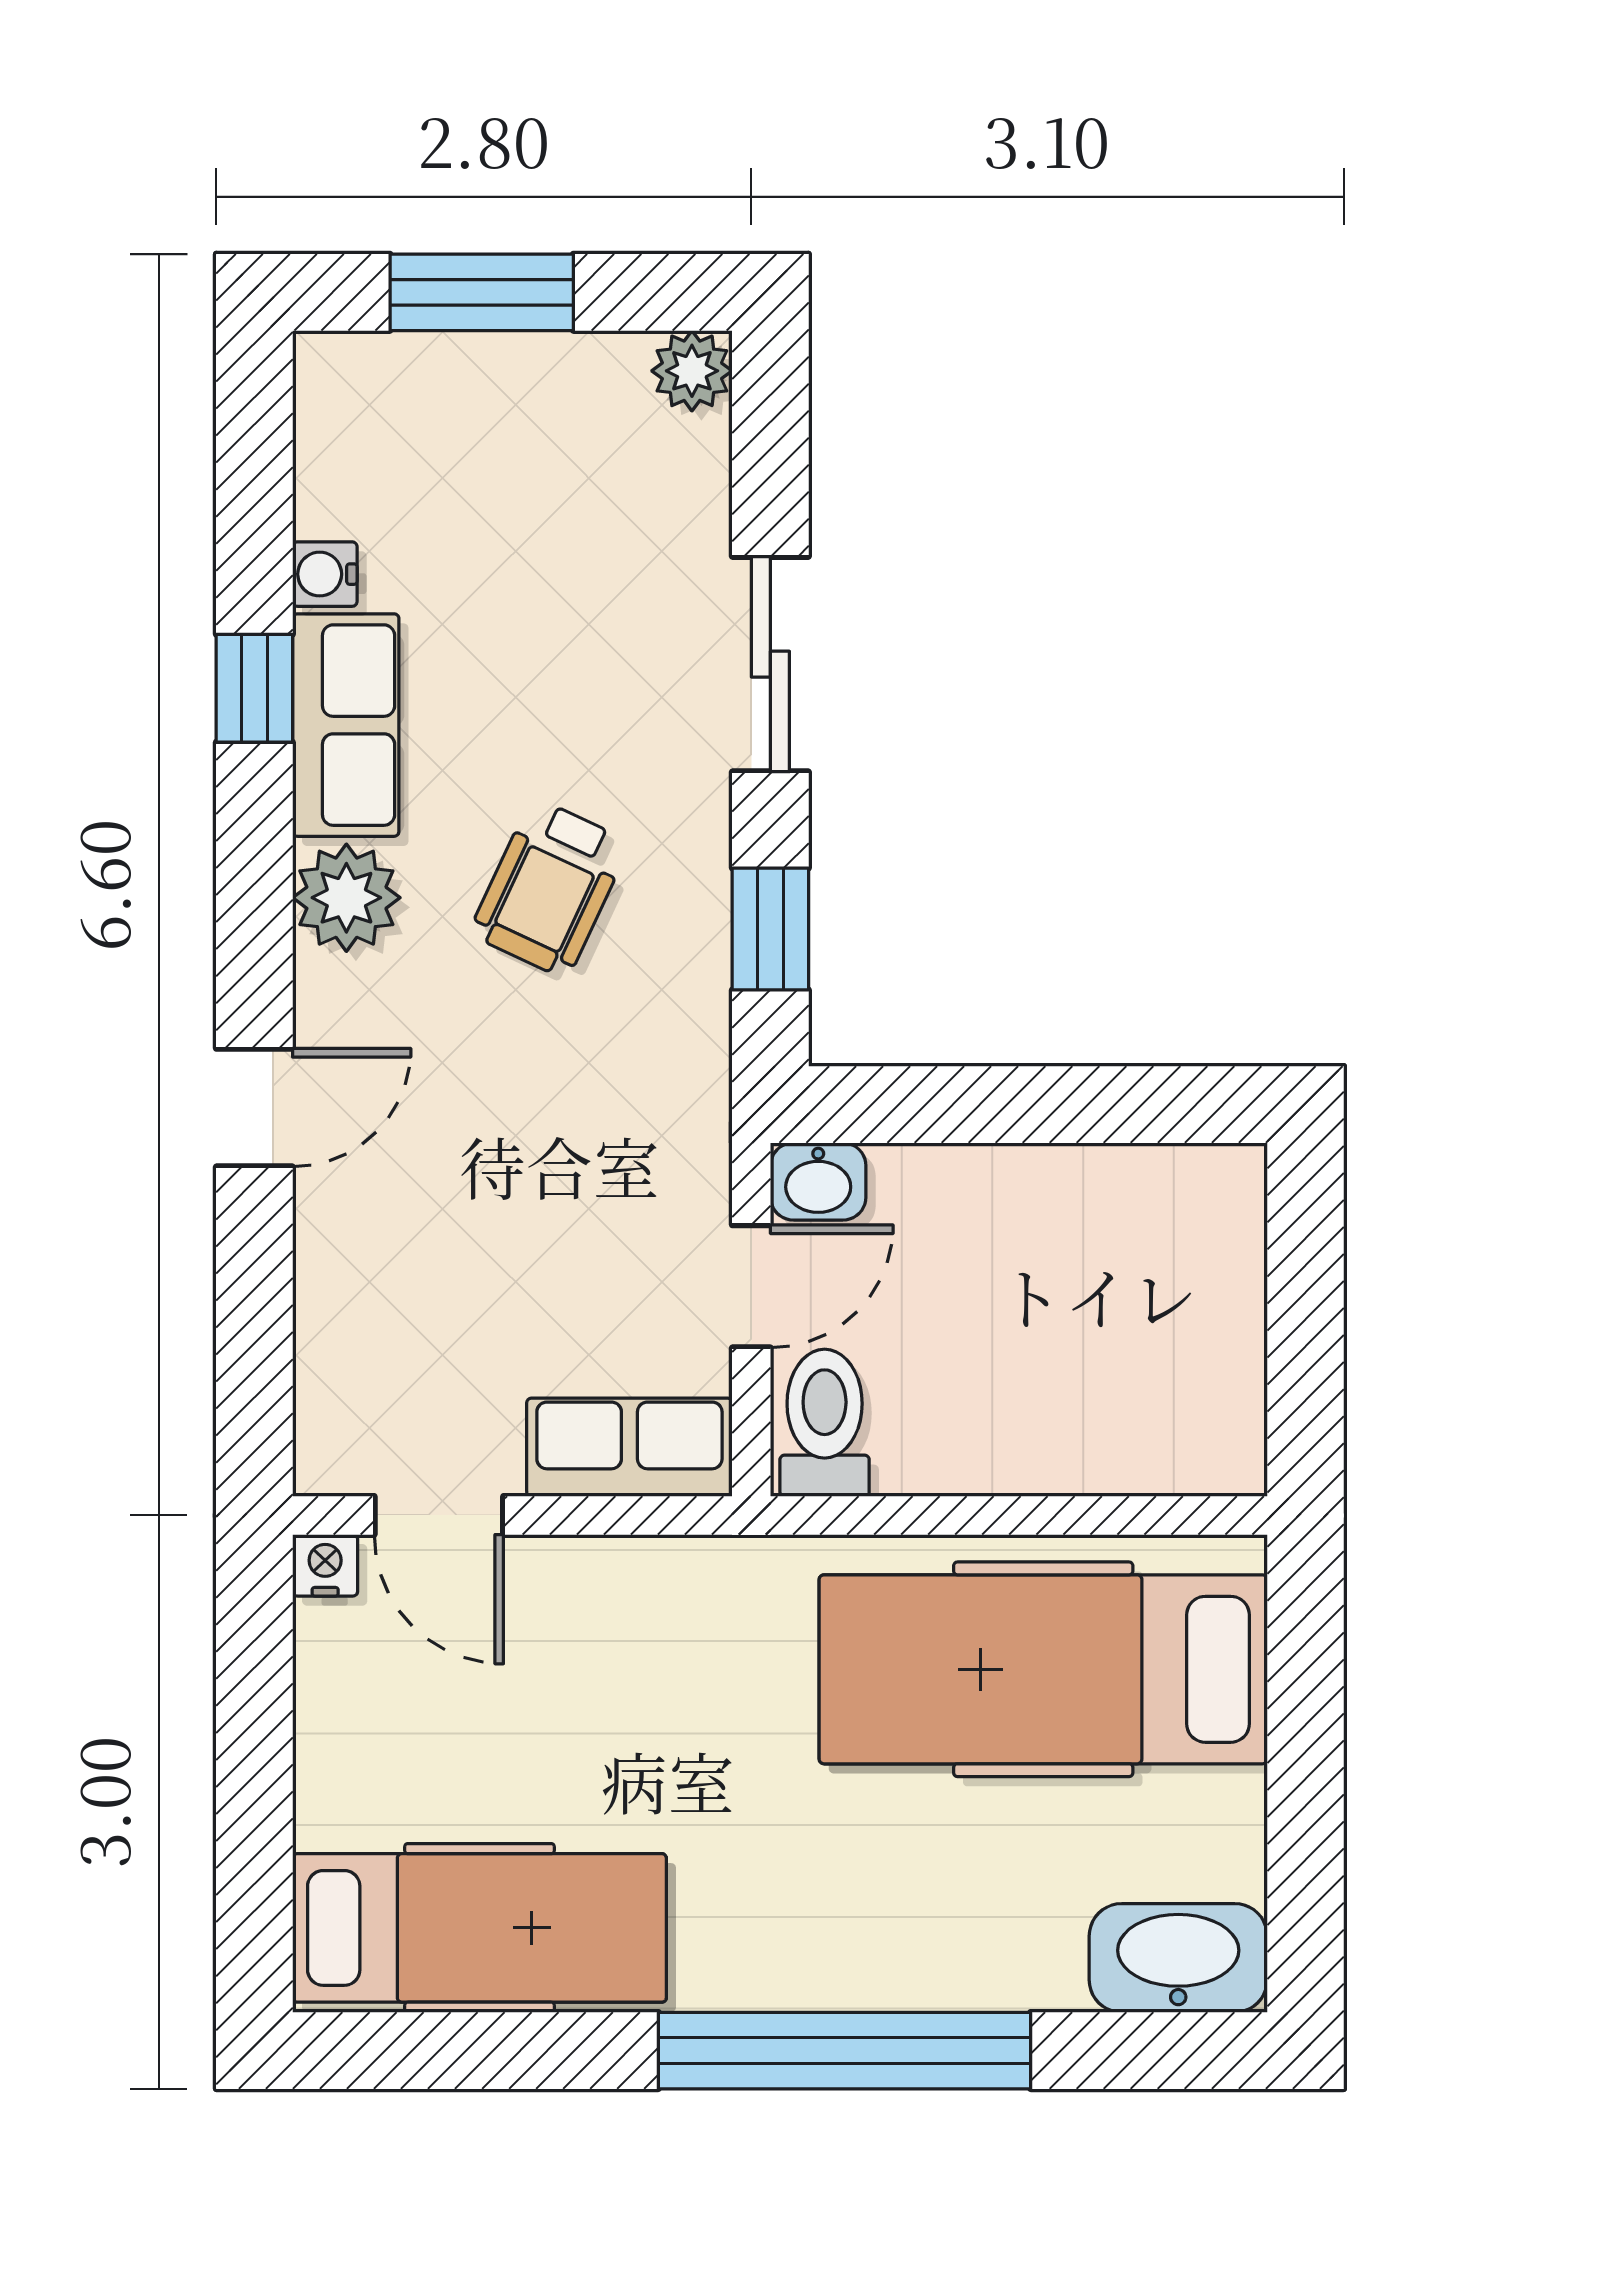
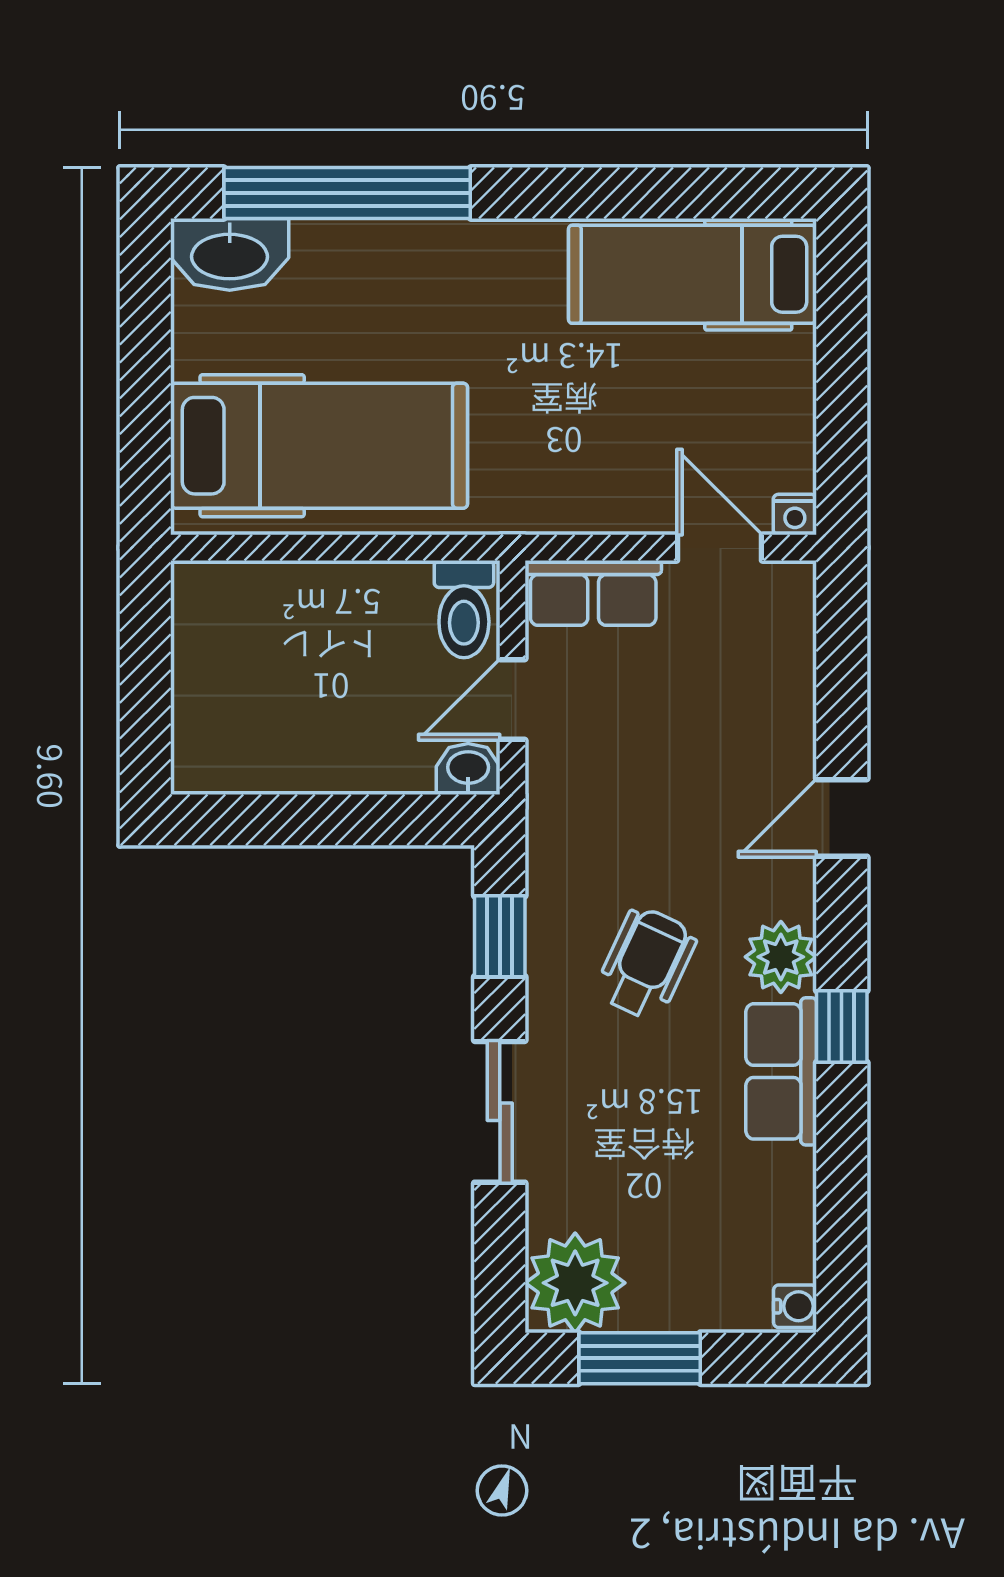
window: (482, 292) -> (640, 1358), moved
plant: (692, 371) -> (575, 1283), width x1.88, depth x1.88
water cooler: (325, 574) -> (795, 1306), moved
window: (254, 688) -> (842, 1027), moved
window: (844, 2051) -> (347, 193), moved

